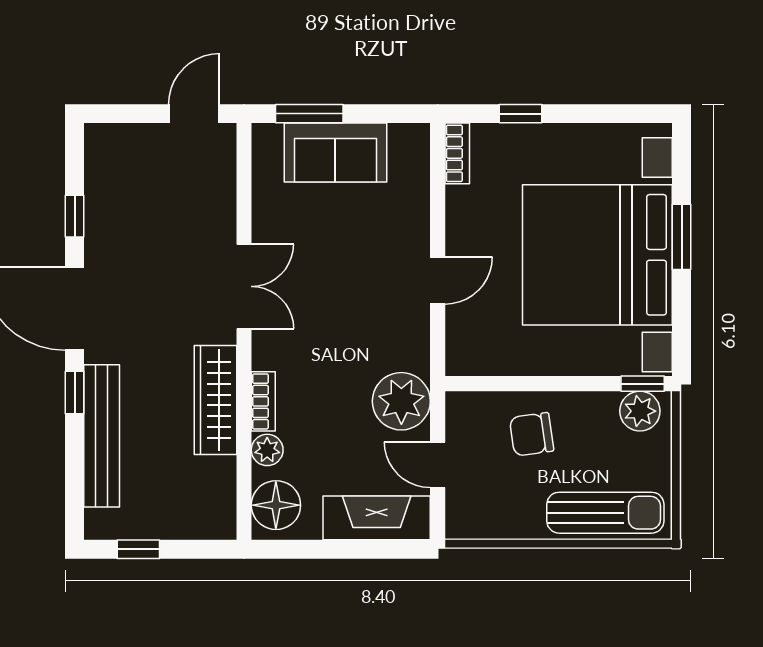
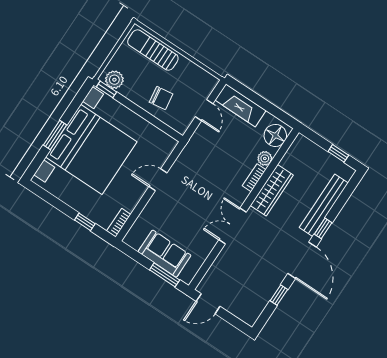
plant: (401, 401) -> (202, 143), removed

